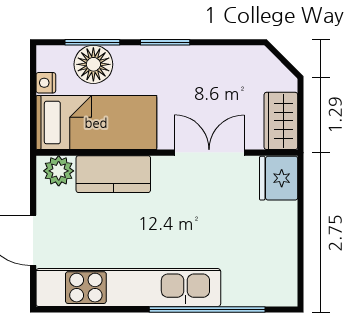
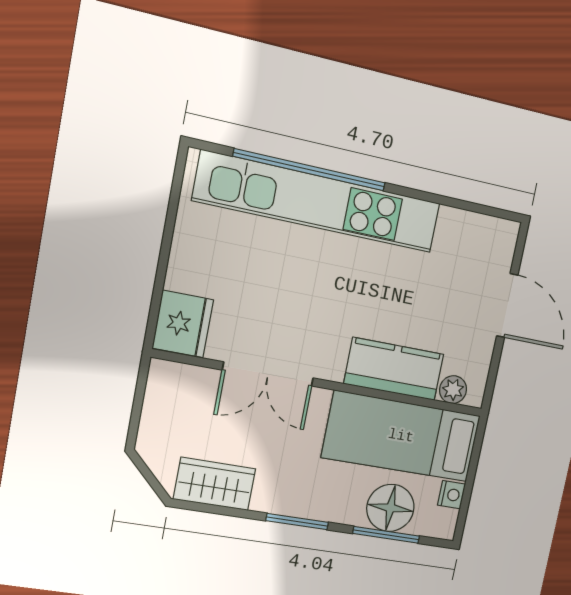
wardrobe: (281, 121) -> (215, 484), moved, turned -90
plant: (59, 171) -> (453, 390), width x0.73, depth x0.73
kitchen unit: (128, 288) -> (319, 202), moved

